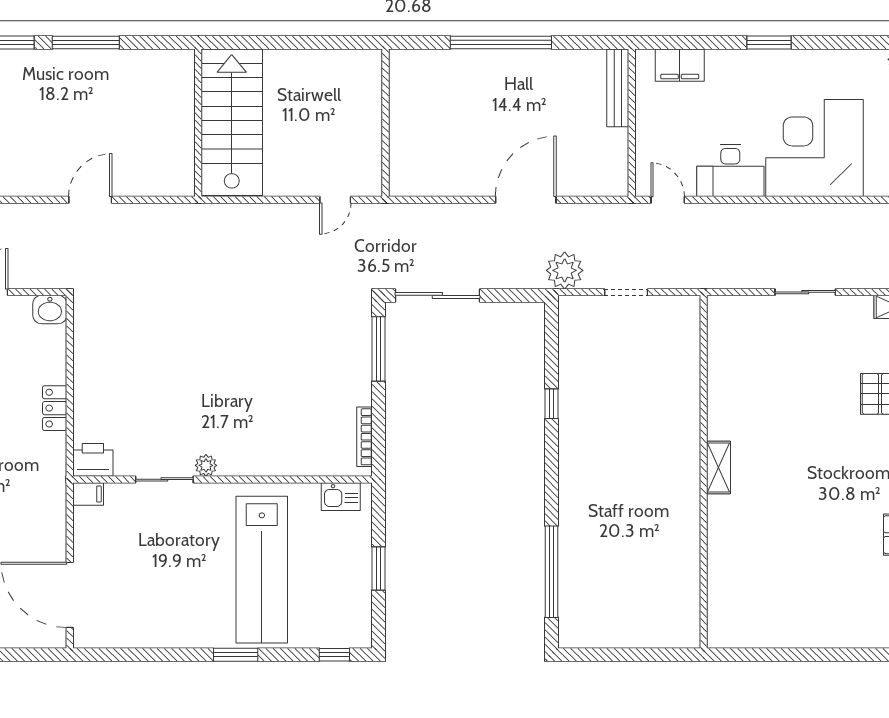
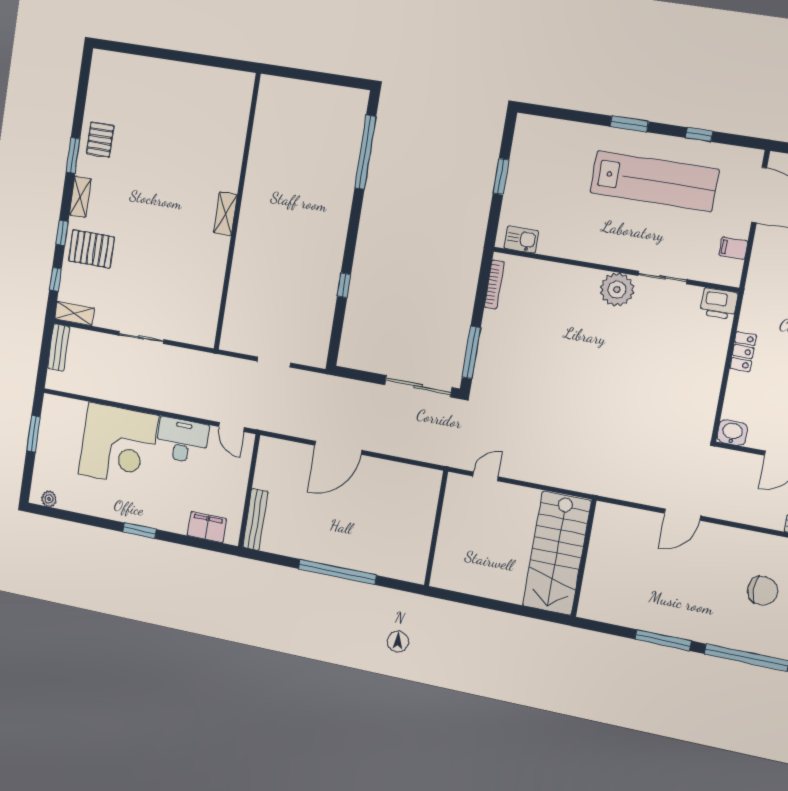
plant: (565, 270) -> (317, 387), removed
plant: (206, 465) -> (617, 290), width x1.87, depth x1.87
filing cabinet: (88, 494) -> (733, 248), moved
lab bench: (262, 570) -> (654, 181), moved, turned 90
window: (334, 655) -> (699, 135), moved

